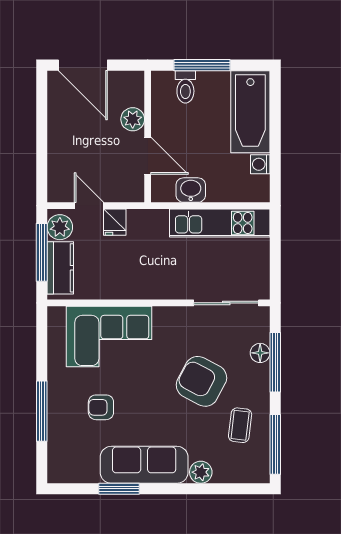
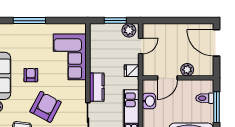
door: (83, 65) -> (216, 43), hinge flipped
fridge: (115, 222) -> (132, 71), moved
window: (42, 252) -> (115, 21), width x0.69
kitchen counter: (60, 268) -> (97, 87), moved, turned -90
armchair: (101, 407) -> (31, 75), moved

